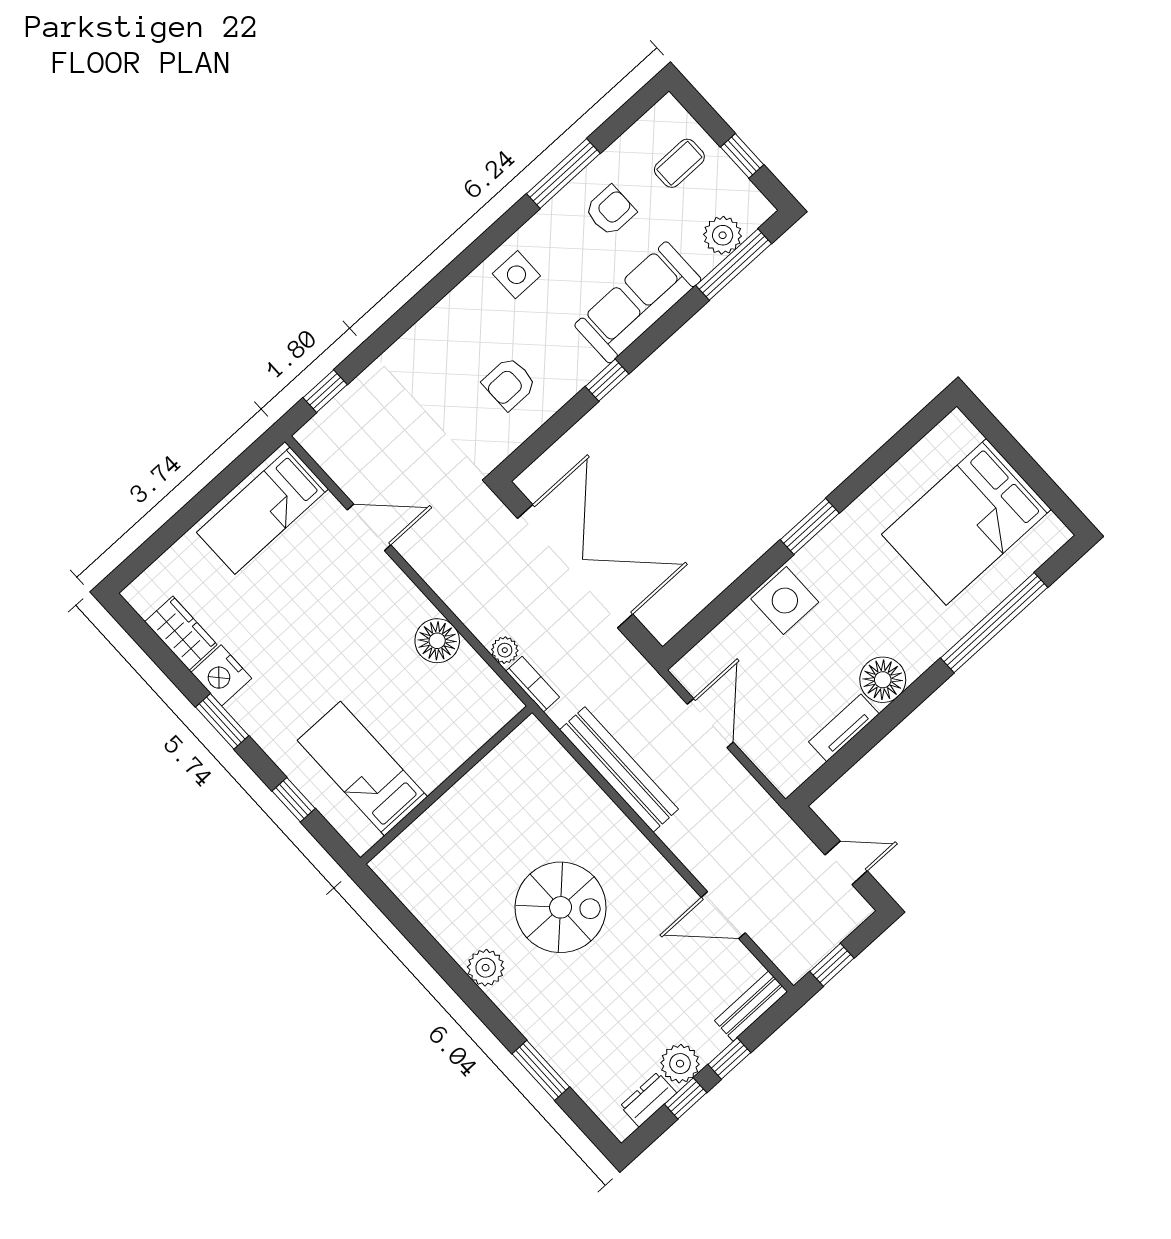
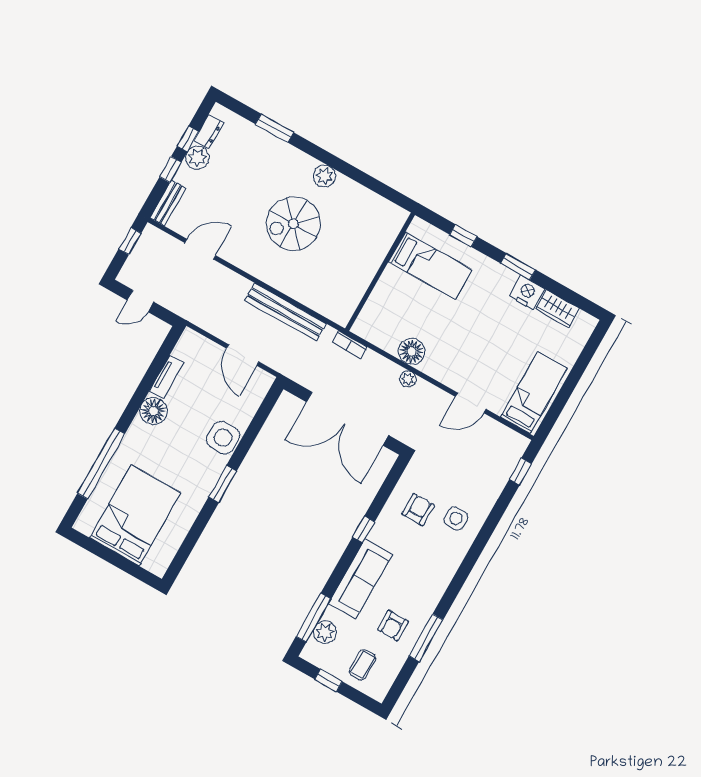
side table: (516, 275) -> (456, 518), moved
plant: (505, 650) -> (408, 379), moved

